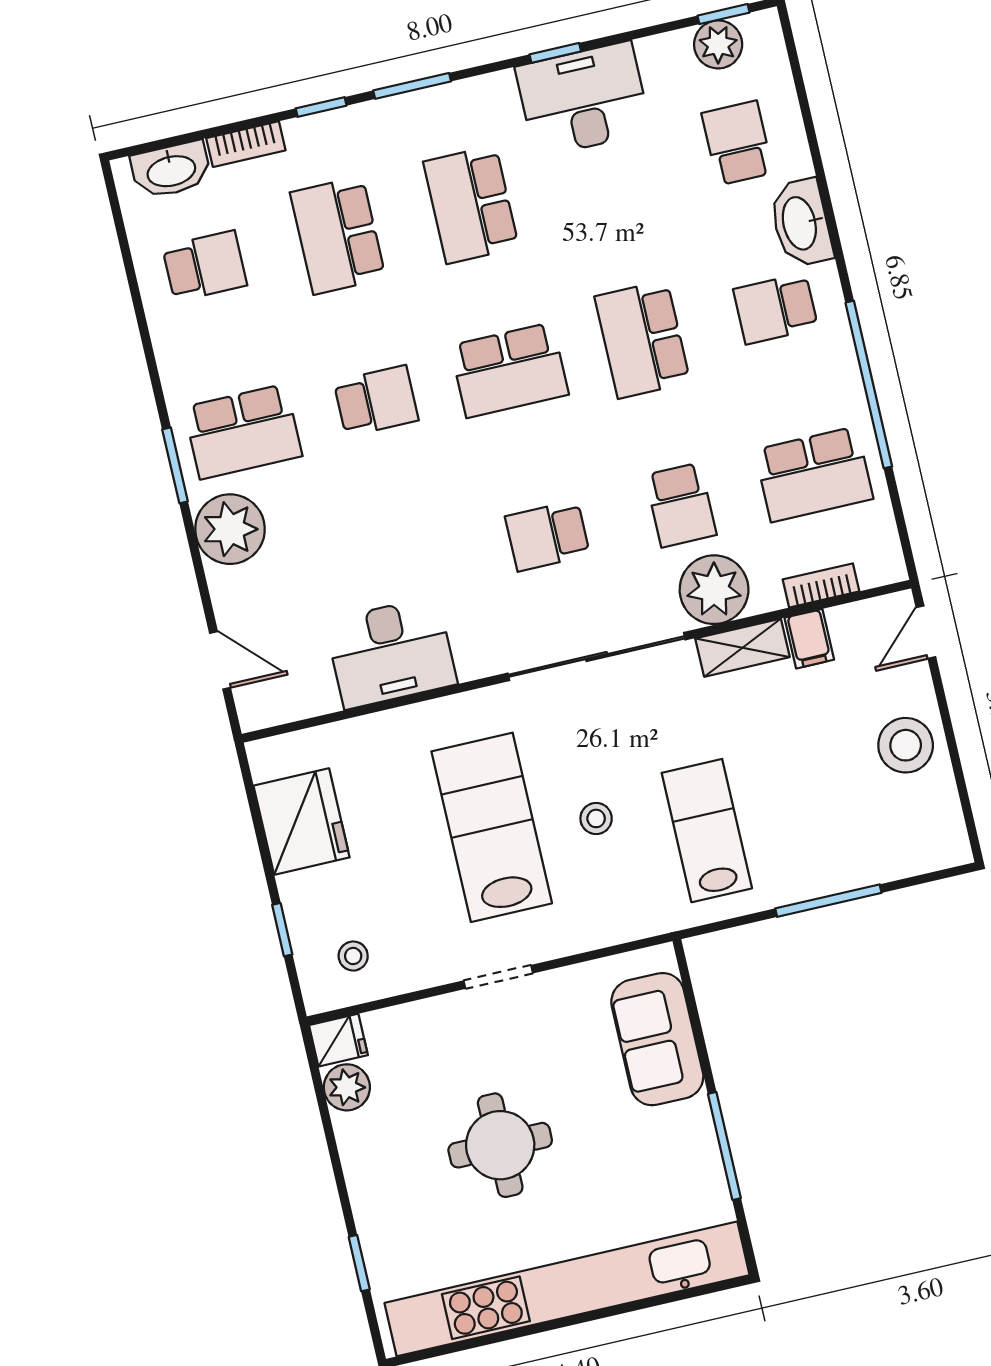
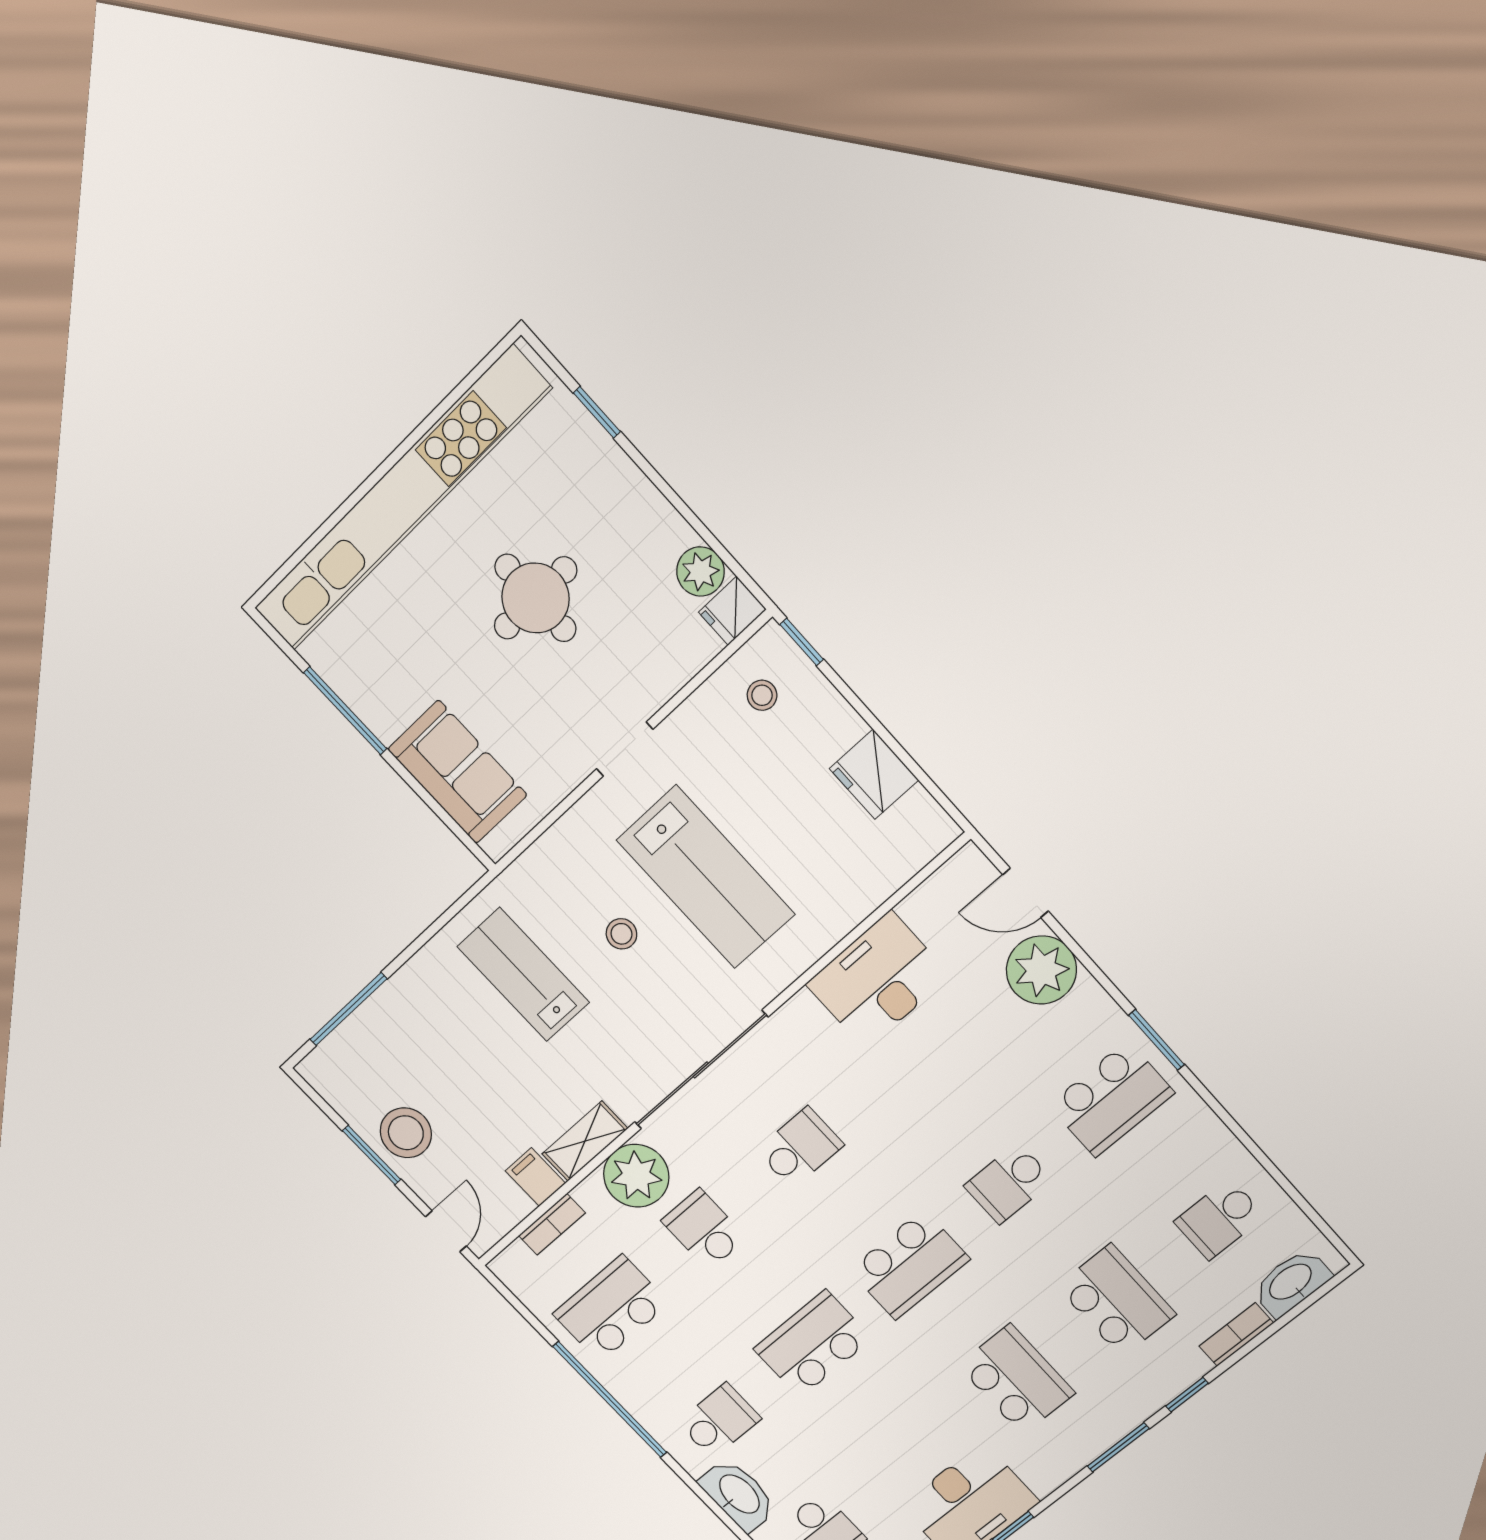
school desk: (642, 339) -> (813, 1344), turned -90
school desk: (509, 370) -> (909, 1265), turned 180
school desk: (243, 432) -> (1111, 1099), turned 180
plant: (230, 529) -> (1041, 970), moved
window: (951, 742) -> (372, 1155), added
fridge: (302, 822) -> (874, 774), width x0.73, depth x0.75
lab bench: (707, 831) -> (523, 975), turned 180
window: (828, 901) -> (348, 1009), moved
window: (282, 930) -> (802, 642), moved

